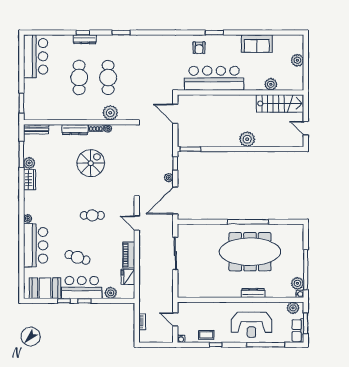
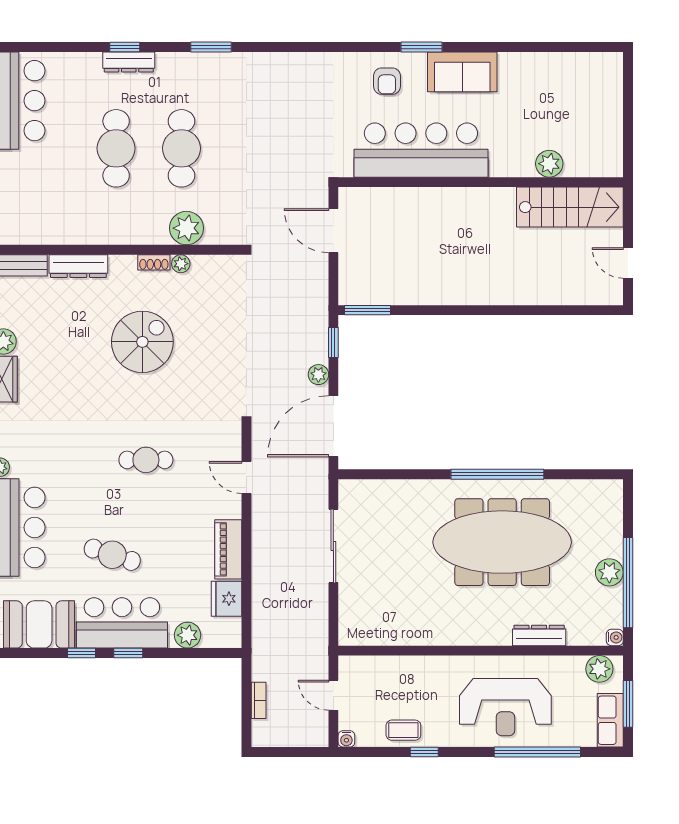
sofa: (257, 44) -> (462, 72), moved
plant: (297, 60) -> (609, 109), removed
dresser: (75, 130) -> (78, 266), moved
plant: (247, 139) -> (496, 288), removed
plant: (297, 283) -> (609, 572), moved
dresser: (253, 293) -> (539, 635), moved

